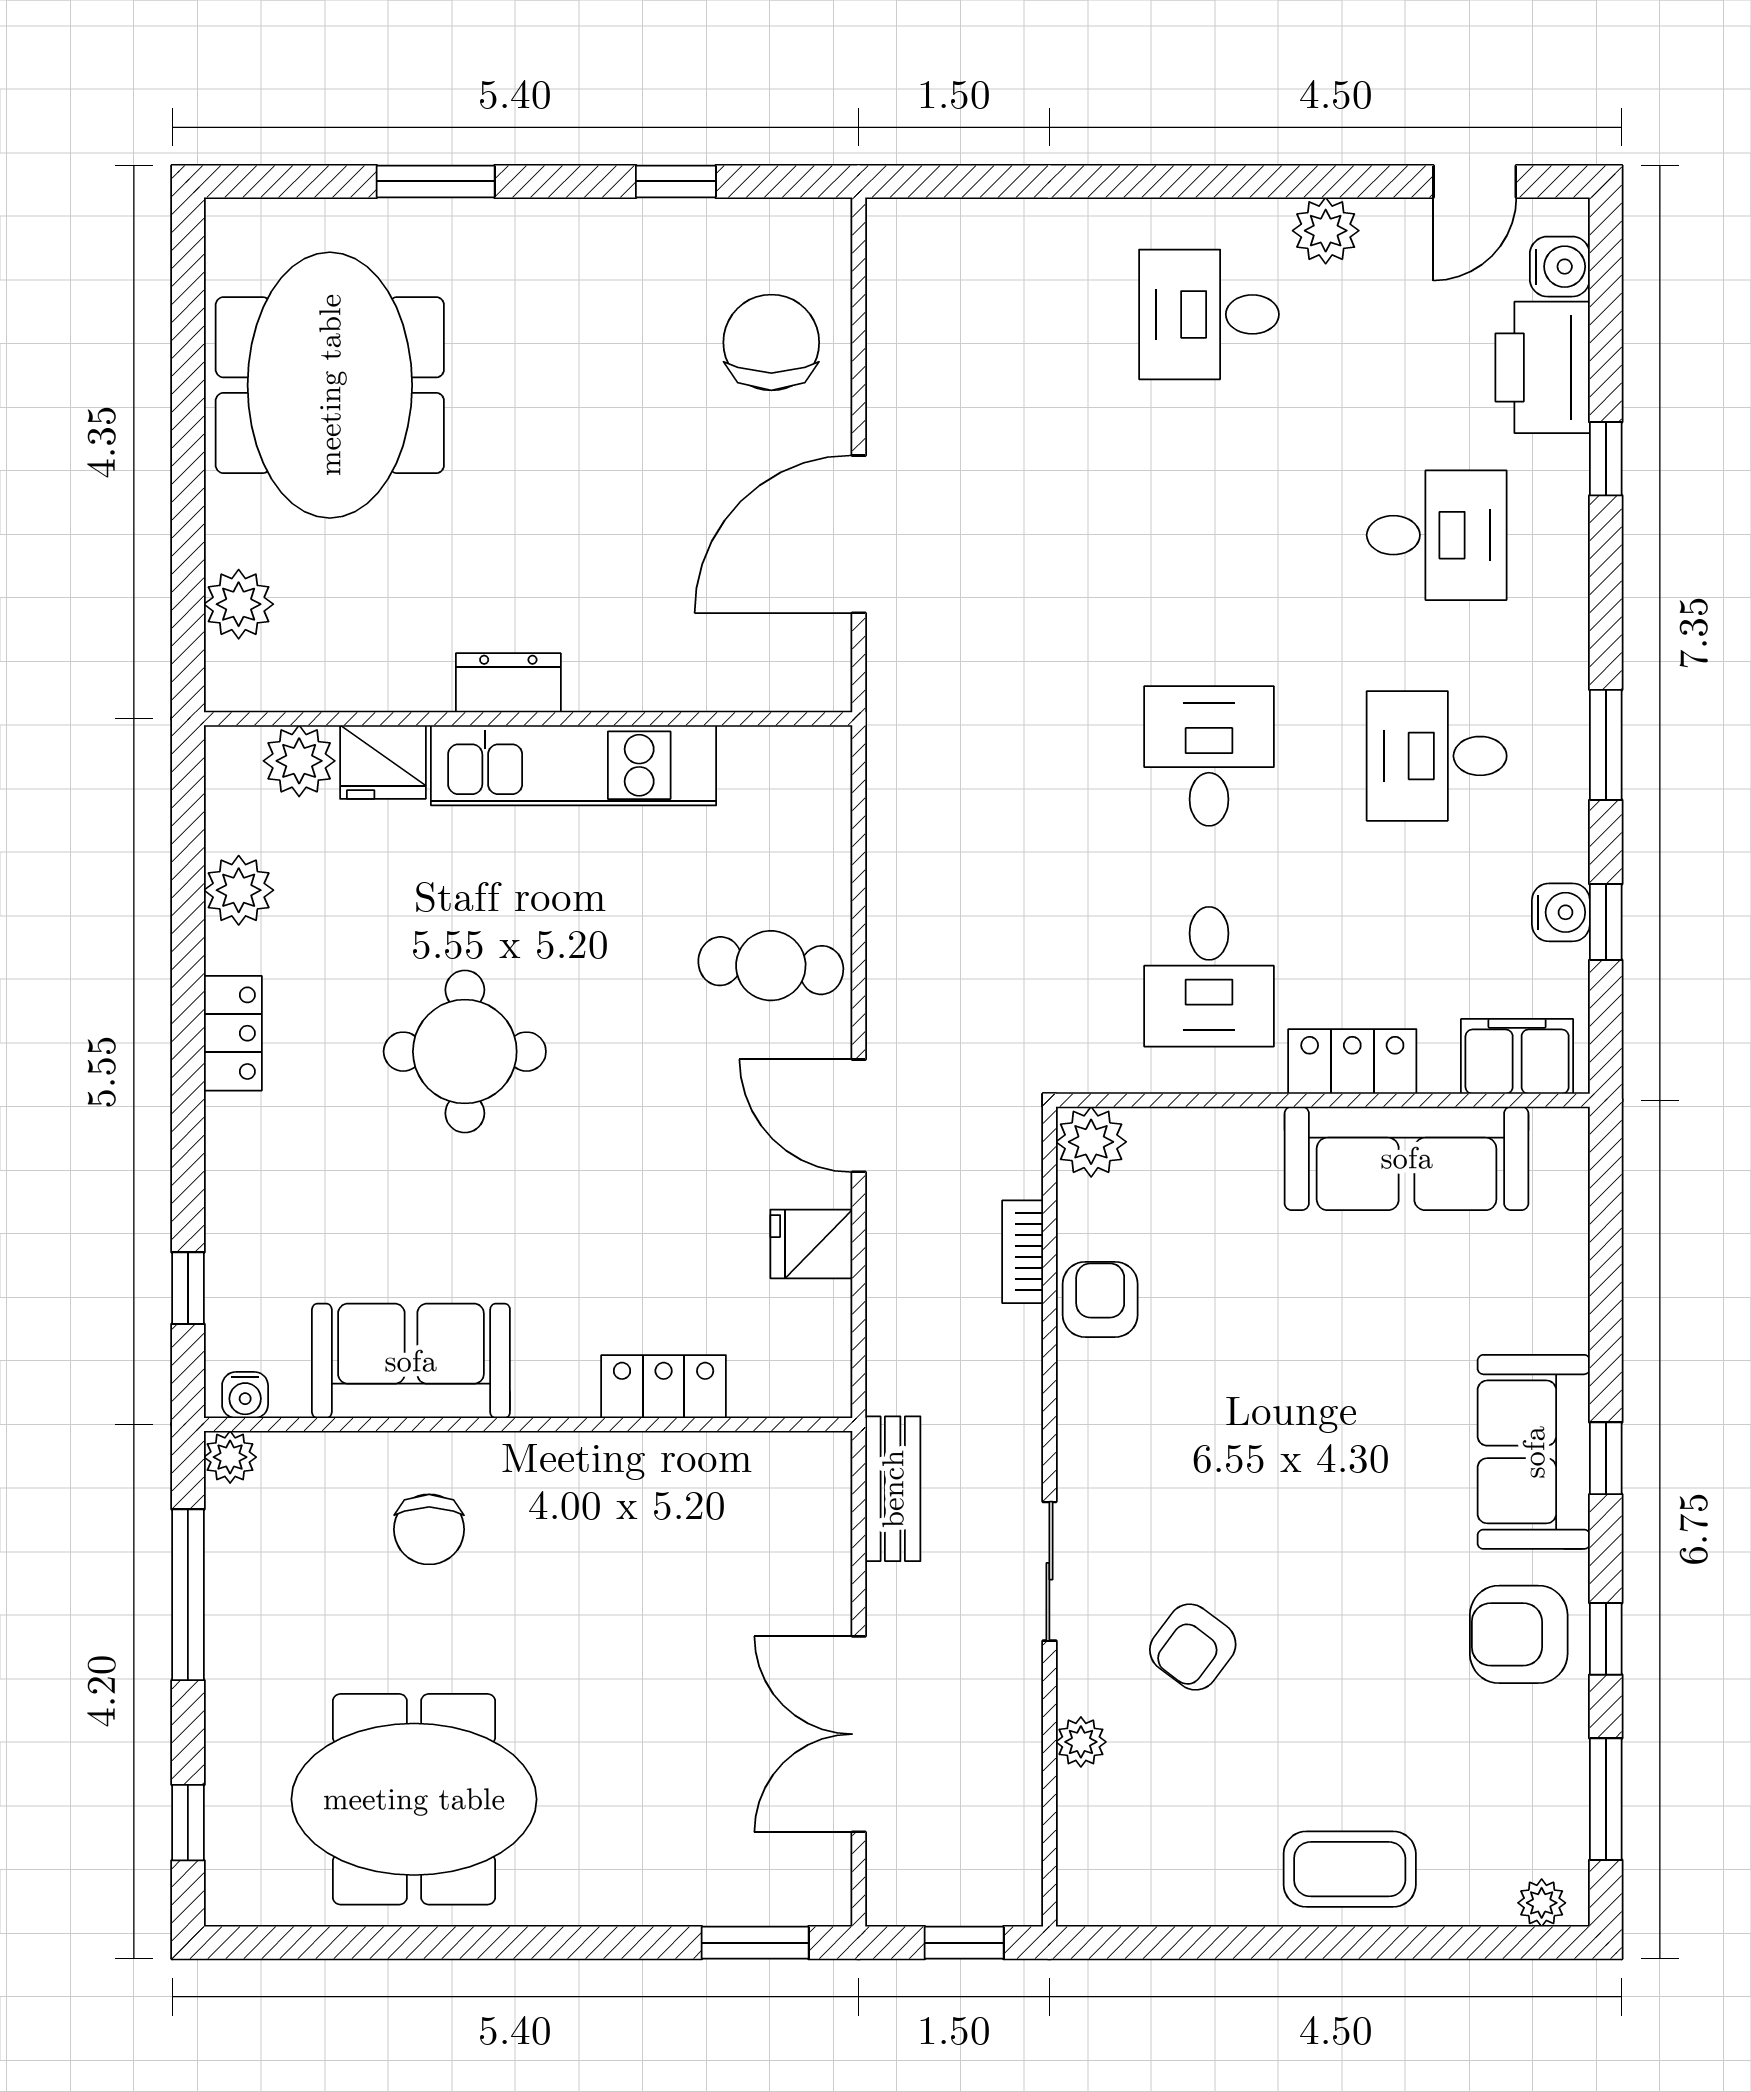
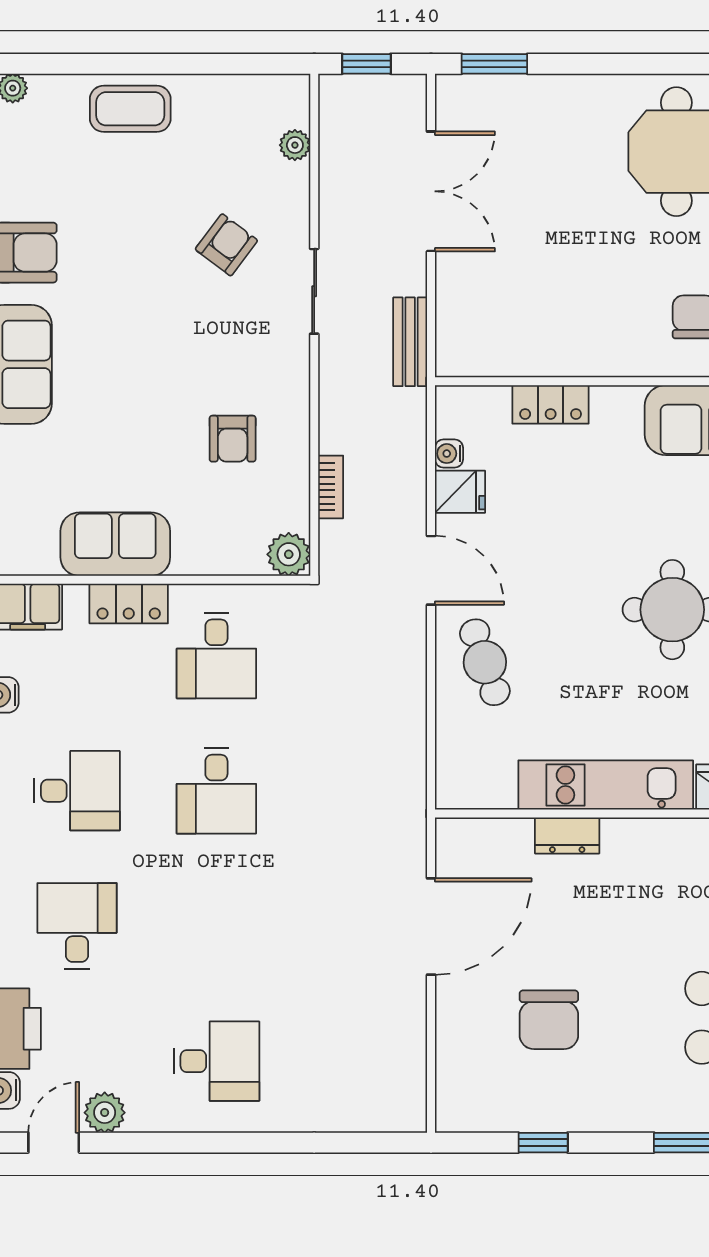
plant: (1326, 231) -> (105, 1113), moved
chair: (771, 342) -> (549, 1020), moved
desk: (1437, 535) -> (77, 926), turned 90
dresser: (508, 683) -> (567, 835), moved
cafe table: (771, 966) -> (485, 662), turned 66
desk: (1209, 977) -> (216, 655), turned 180
sofa: (1407, 1158) -> (115, 544), width x0.73
armchair: (1100, 1299) -> (233, 439), moved
water cooler: (829, 1306) -> (449, 454), added
plant: (1081, 1742) -> (295, 145), moved

